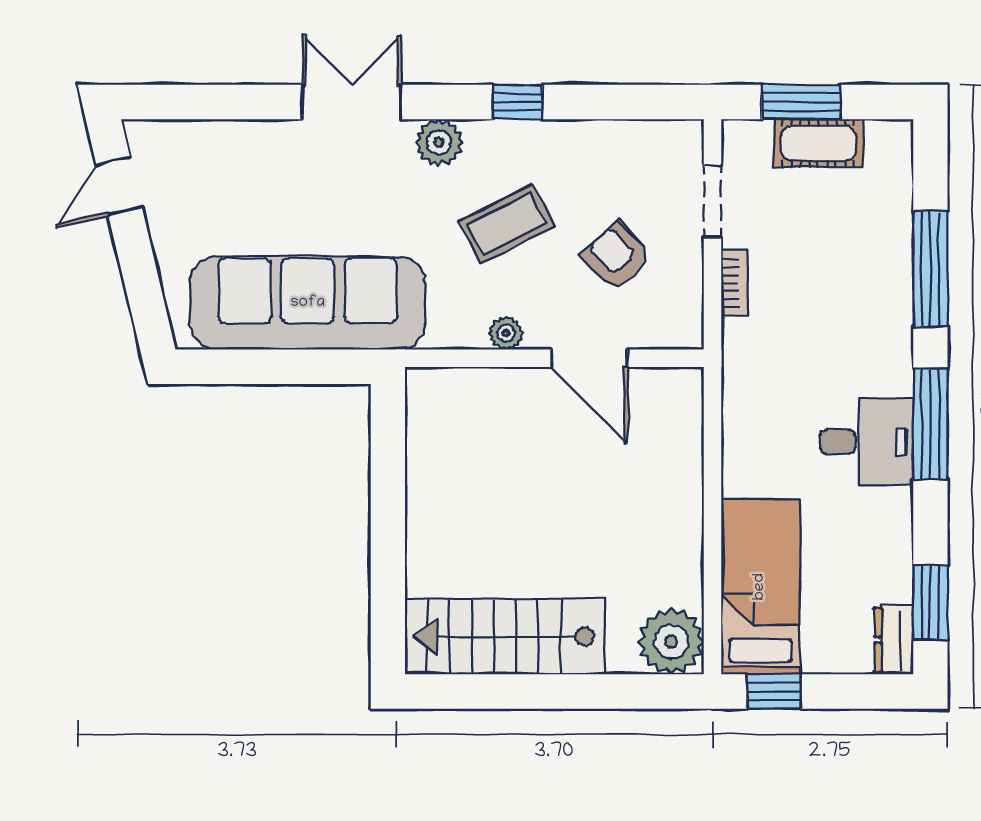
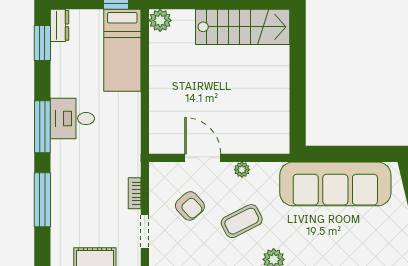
plant: (671, 642) -> (160, 20), width x0.73, depth x0.73

